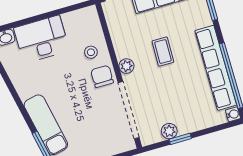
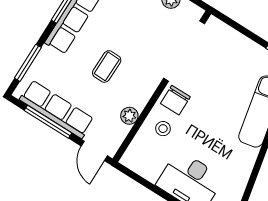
plant: (126, 66) -> (129, 116), moved

